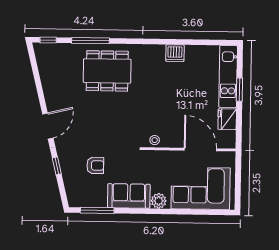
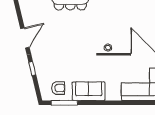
armchair: (95, 165) -> (58, 88), moved
plant: (159, 201) -> (112, 95), removed

